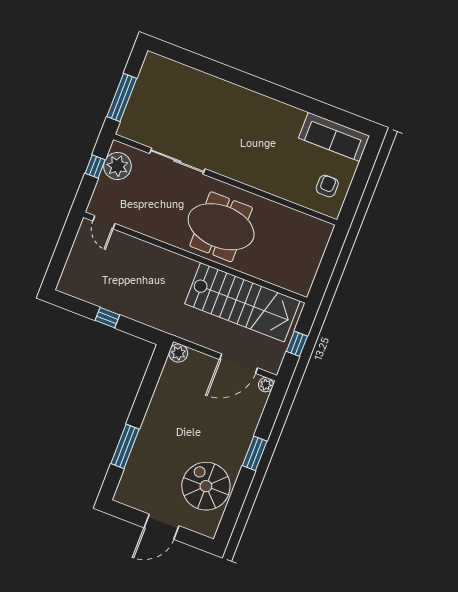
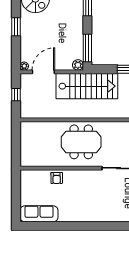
armchair: (327, 186) -> (57, 178), moved
stairs: (242, 302) -> (87, 86), moved, turned 180
window: (153, 375) -> (87, 48), added

